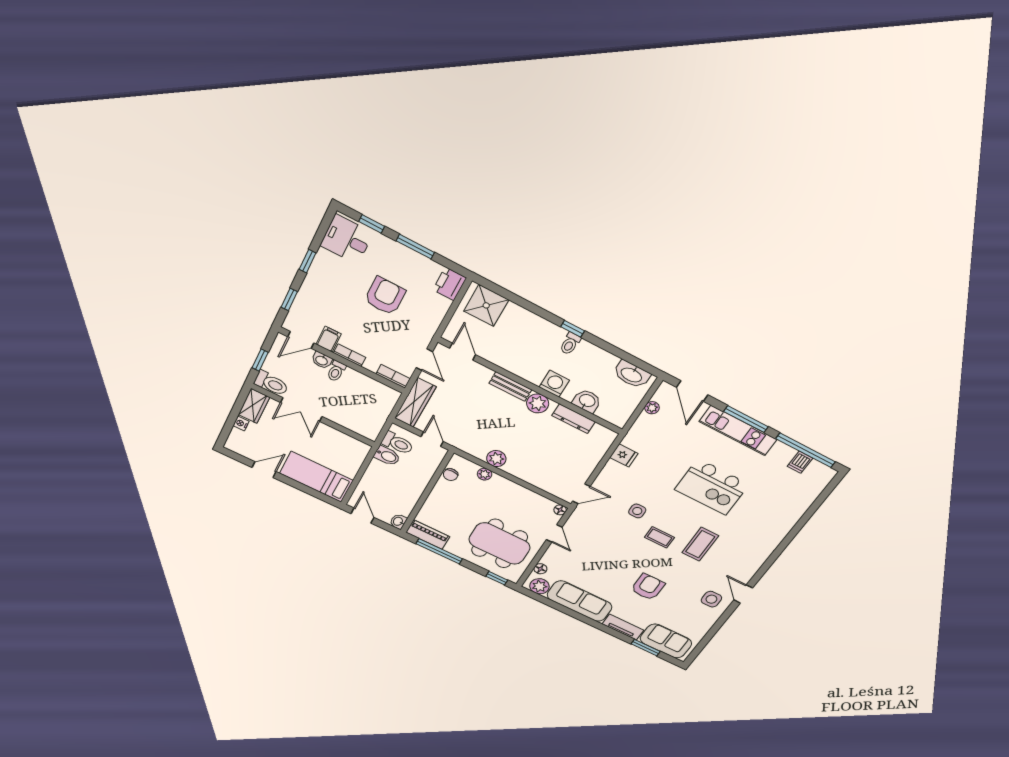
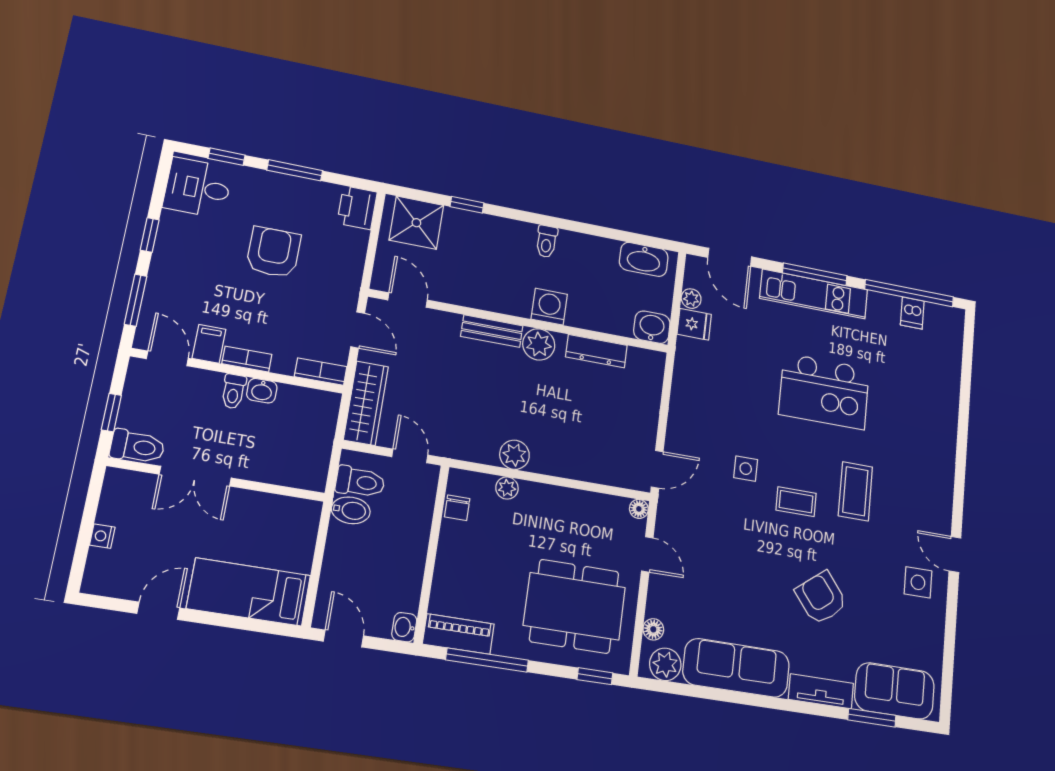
window: (289, 299) -> (136, 300), width x1.50
window: (573, 329) -> (467, 205), moved
door: (301, 340) -> (167, 358), swing flipped
washbasin: (322, 360) -> (262, 391), moved
washbasin: (587, 401) -> (652, 327), moved
wardrobe: (254, 406) -> (117, 496), removed
fridge: (624, 455) -> (694, 324), moved
armchair: (648, 587) -> (821, 598), turned -38

